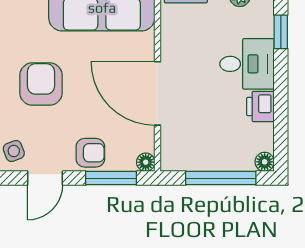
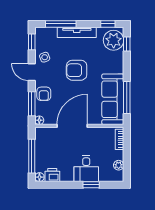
window: (281, 32) -> (91, 185), moved
armchair: (41, 84) -> (77, 70), turned 180
printer: (260, 106) -> (52, 175), moved

